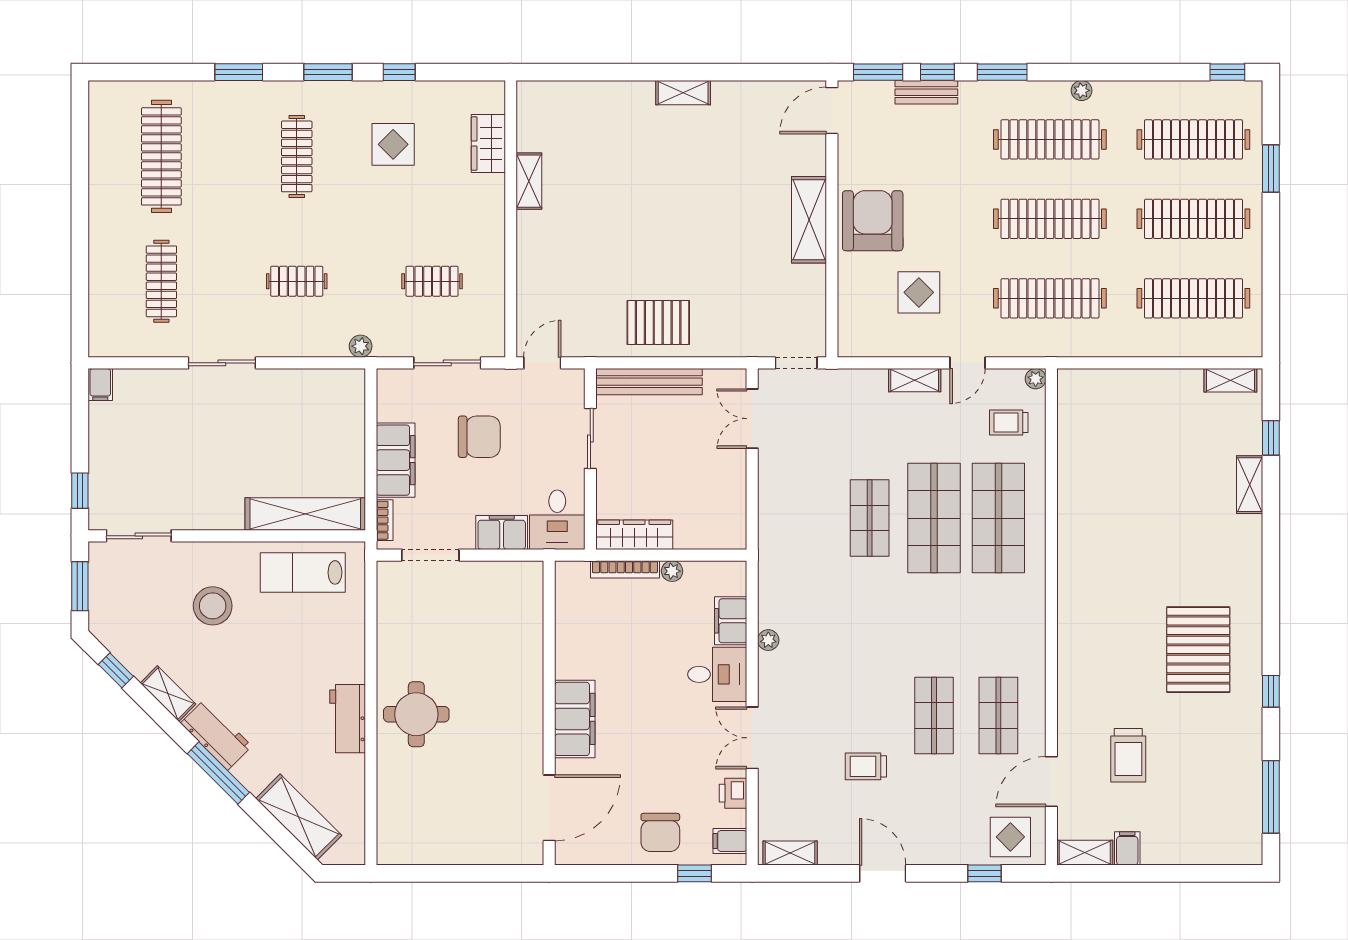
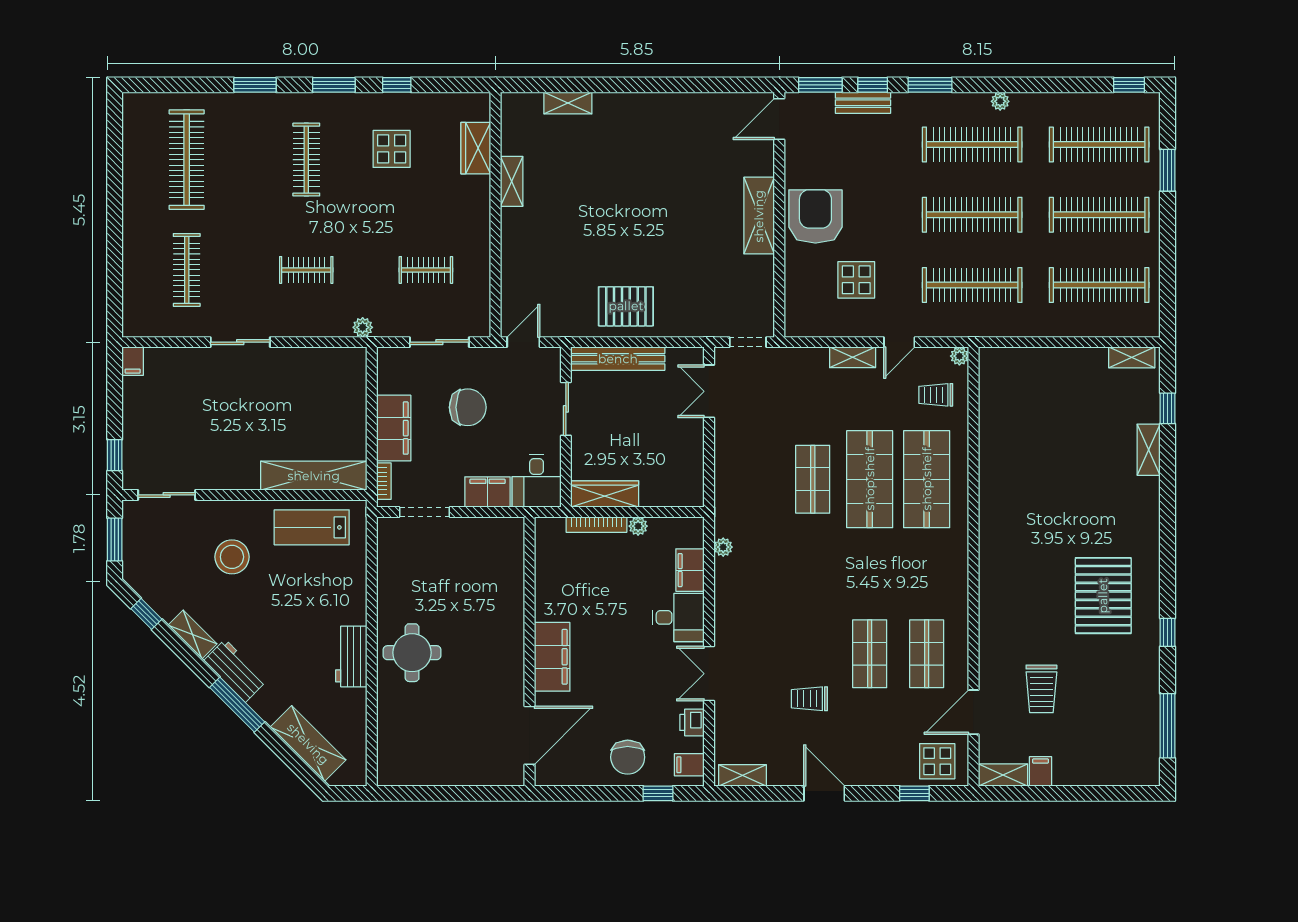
shelving: (683, 93) -> (568, 103), moved
plant: (768, 640) -> (723, 547), moved

